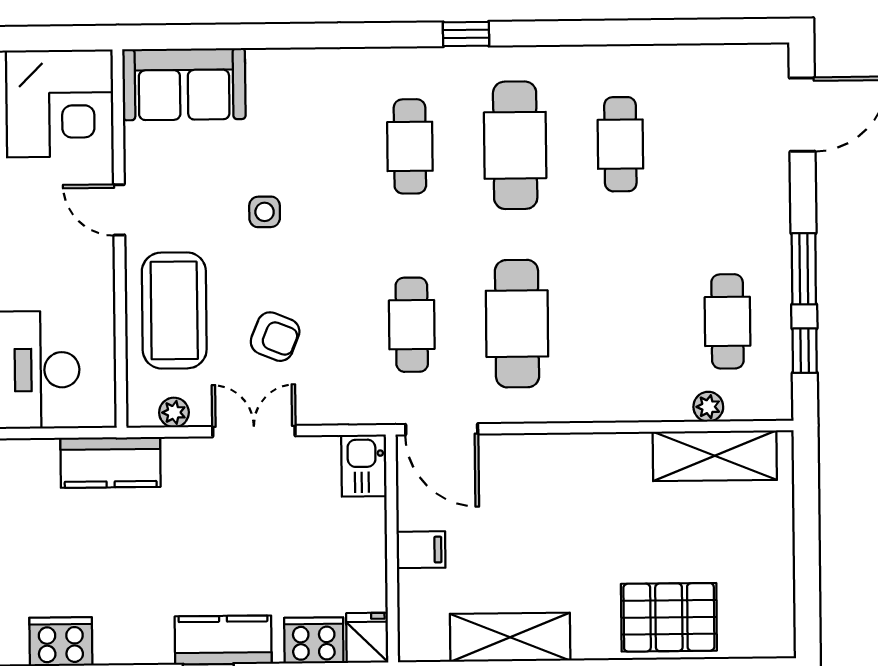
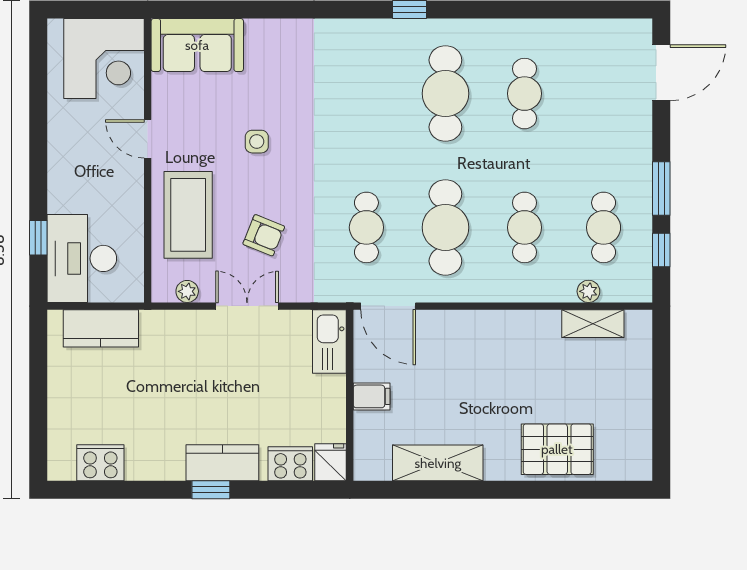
cafe table: (410, 146) -> (525, 227), moved
shelving: (715, 456) -> (593, 324), width x0.67, depth x0.75
kitchen counter: (110, 462) -> (101, 328), moved
kitchen sink: (364, 466) -> (329, 342), width x1.38

